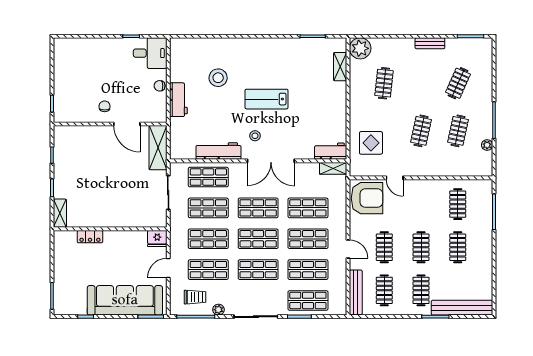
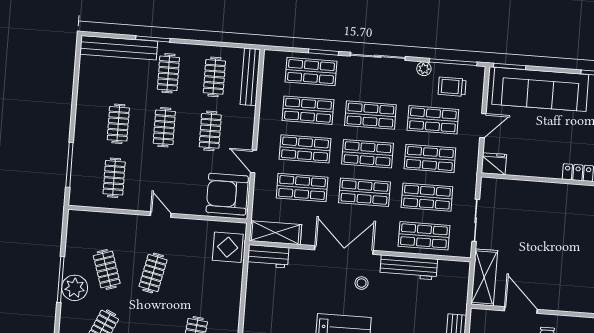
clothes rail: (458, 131) -> (107, 270), turned -30
display table: (371, 143) -> (228, 247), moved
plant: (487, 145) -> (75, 288), moved, width x1.88, depth x1.88
shelving: (333, 168) -> (275, 233), width x1.50, depth x1.33
door: (395, 178) -> (161, 215), moved
door: (348, 249) -> (254, 161), moved

